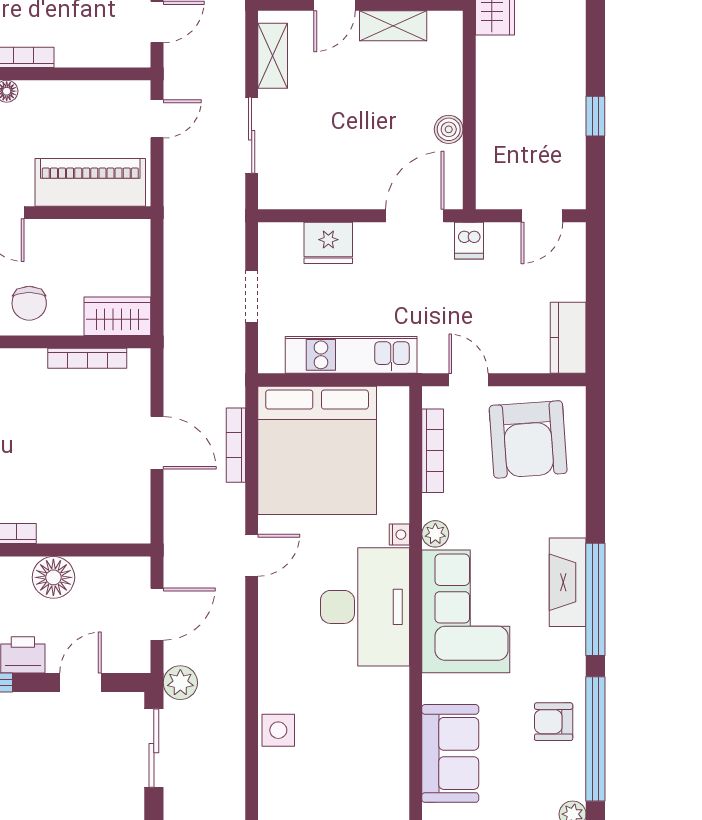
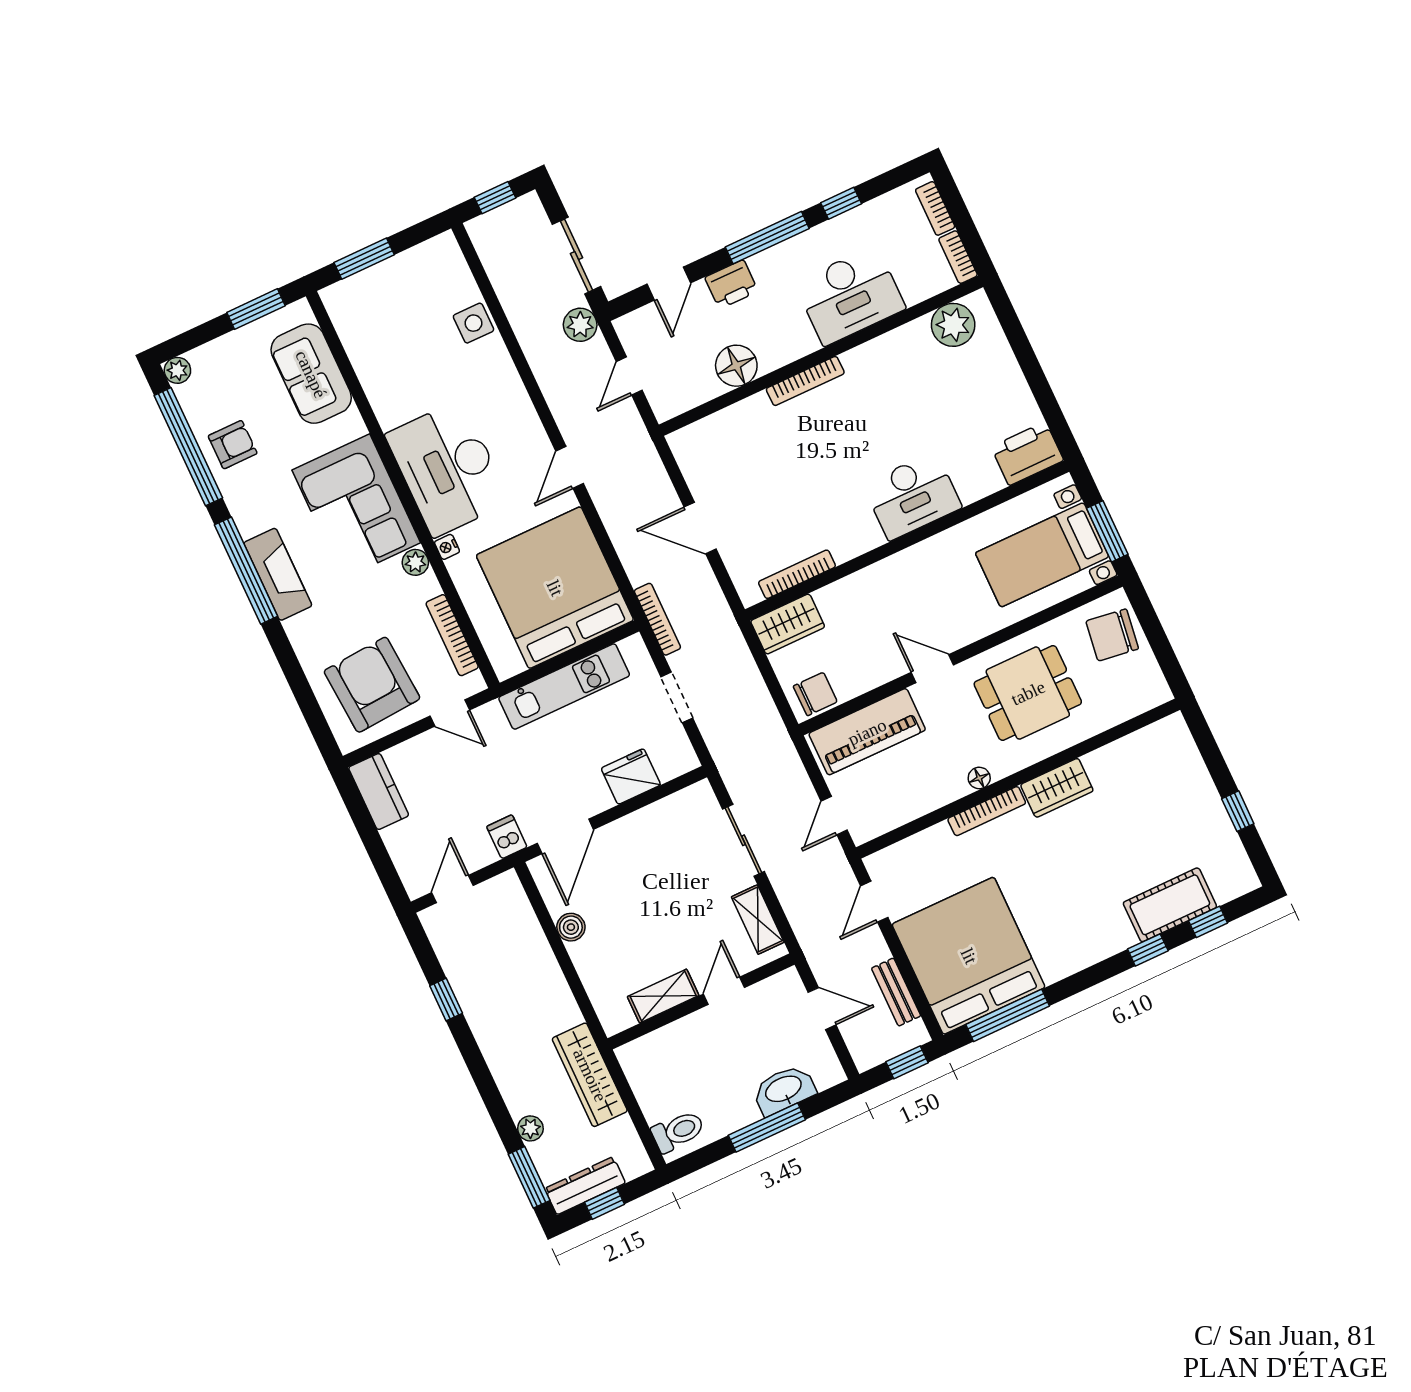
chair: (29, 303) -> (815, 694), moved, turned 90
bookcase: (236, 445) -> (657, 619), moved
door: (157, 614) -> (629, 376), width x0.73

